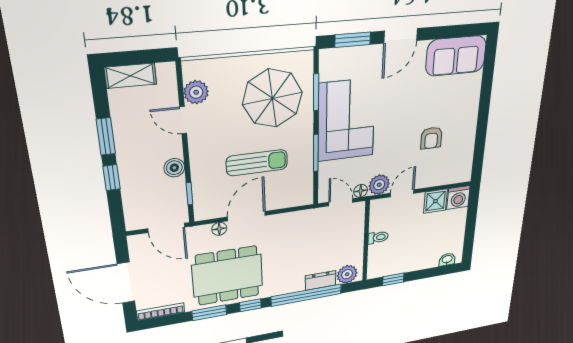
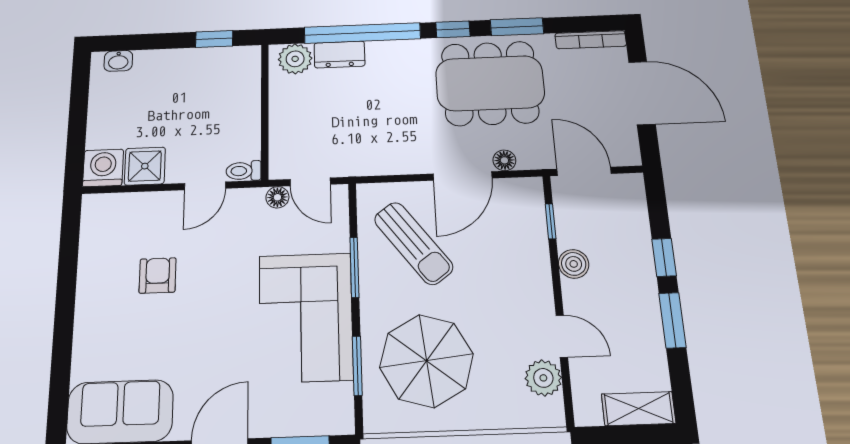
sun lounger: (257, 163) -> (413, 243), moved, turned -127
plant: (379, 185) -> (246, 204), removed
toilet: (378, 237) -> (244, 171), moved

